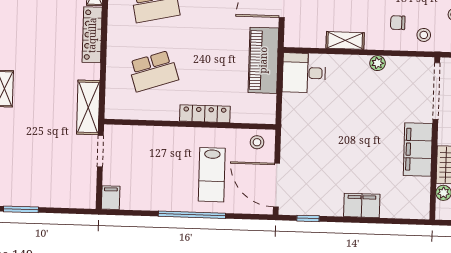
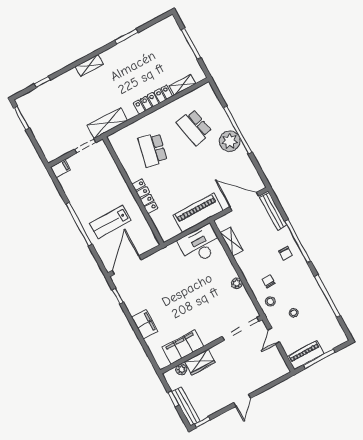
shelving: (345, 40) -> (232, 241), moved
school desk: (153, 71) -> (153, 150), turned 30
desk: (304, 73) -> (200, 245), width x1.37
stool: (257, 142) -> (146, 238), removed
filing cabinet: (418, 149) -> (183, 347), moved

